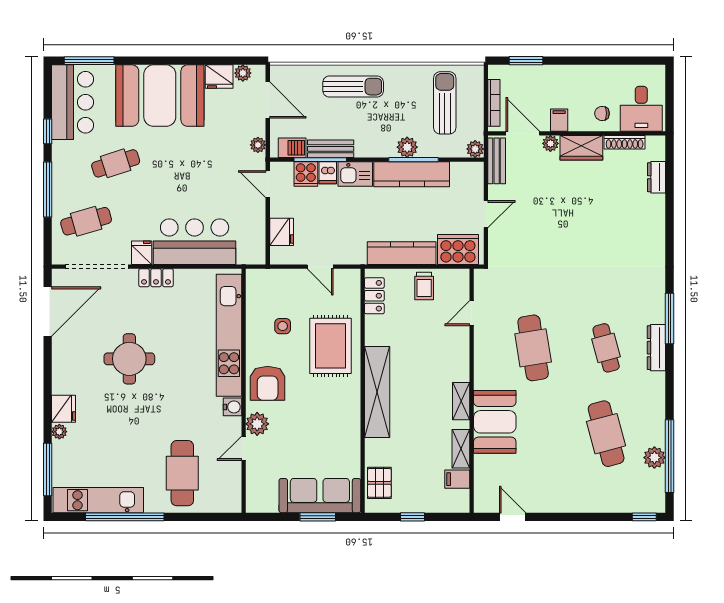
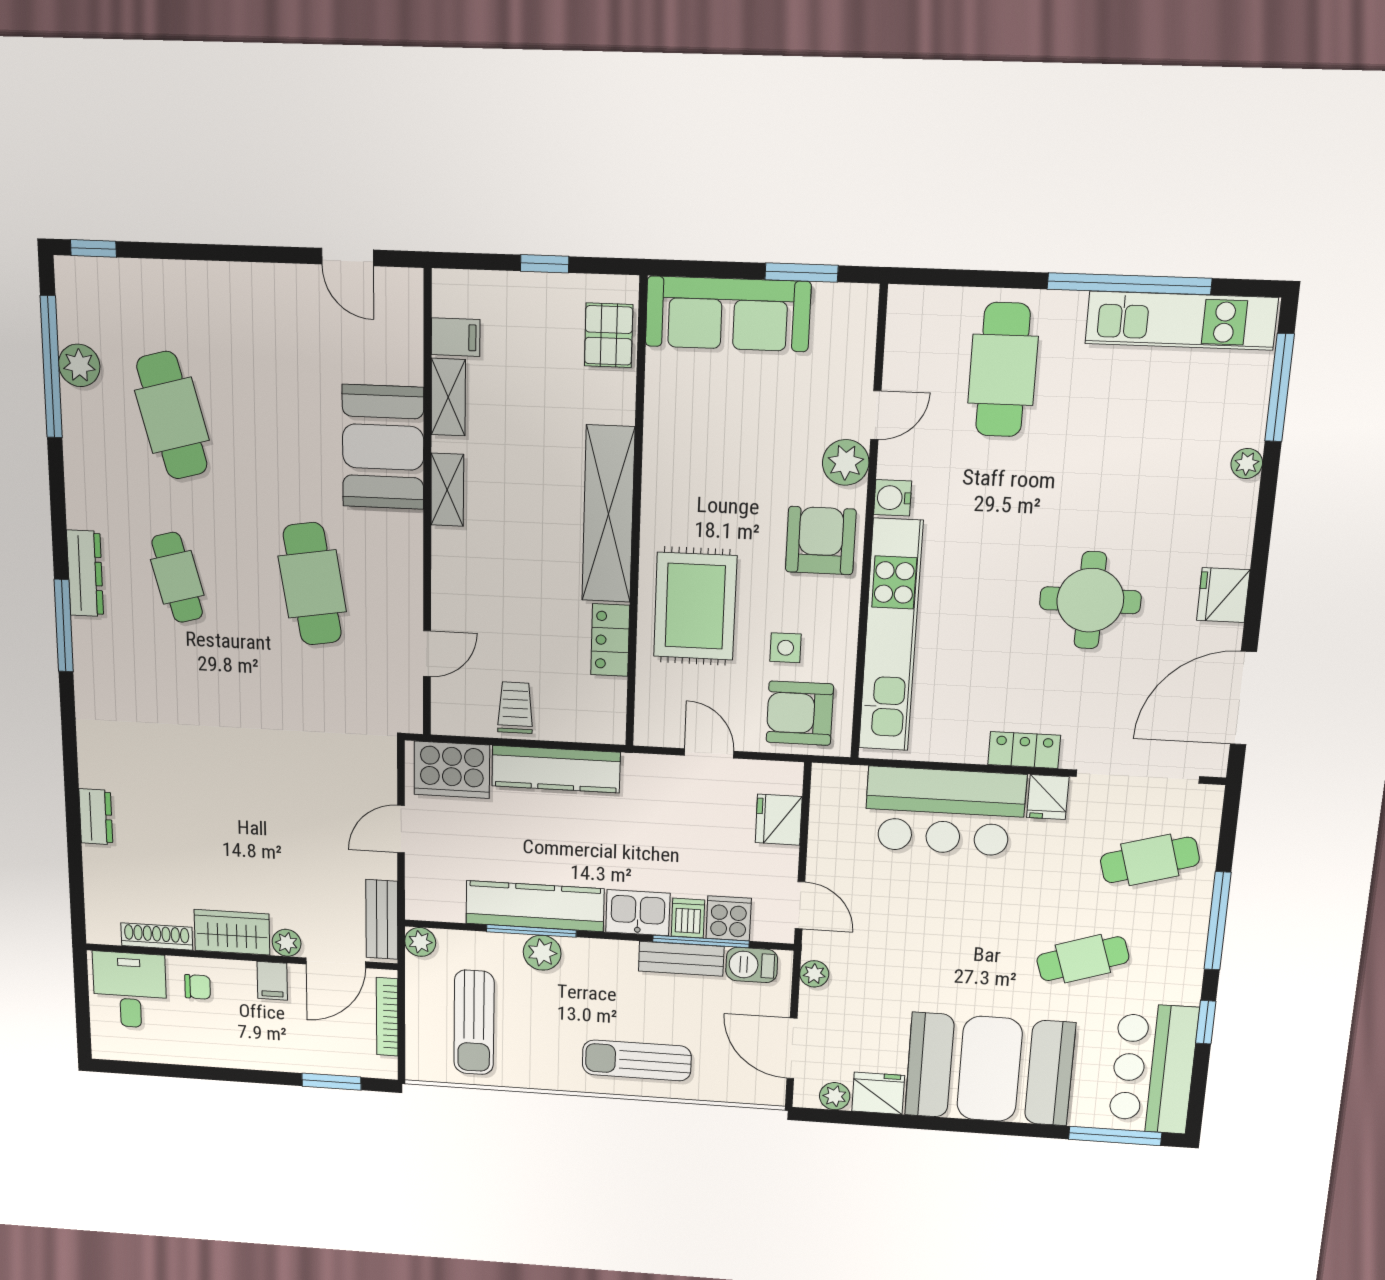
door: (523, 133) -> (336, 963), hinge flipped
dresser: (657, 177) -> (96, 817), moved
armchair: (273, 291) -> (800, 713), added
locker: (374, 296) -> (610, 640), moved
fridge: (64, 409) -> (1223, 595), moved
window: (318, 517) -> (801, 273), moved

